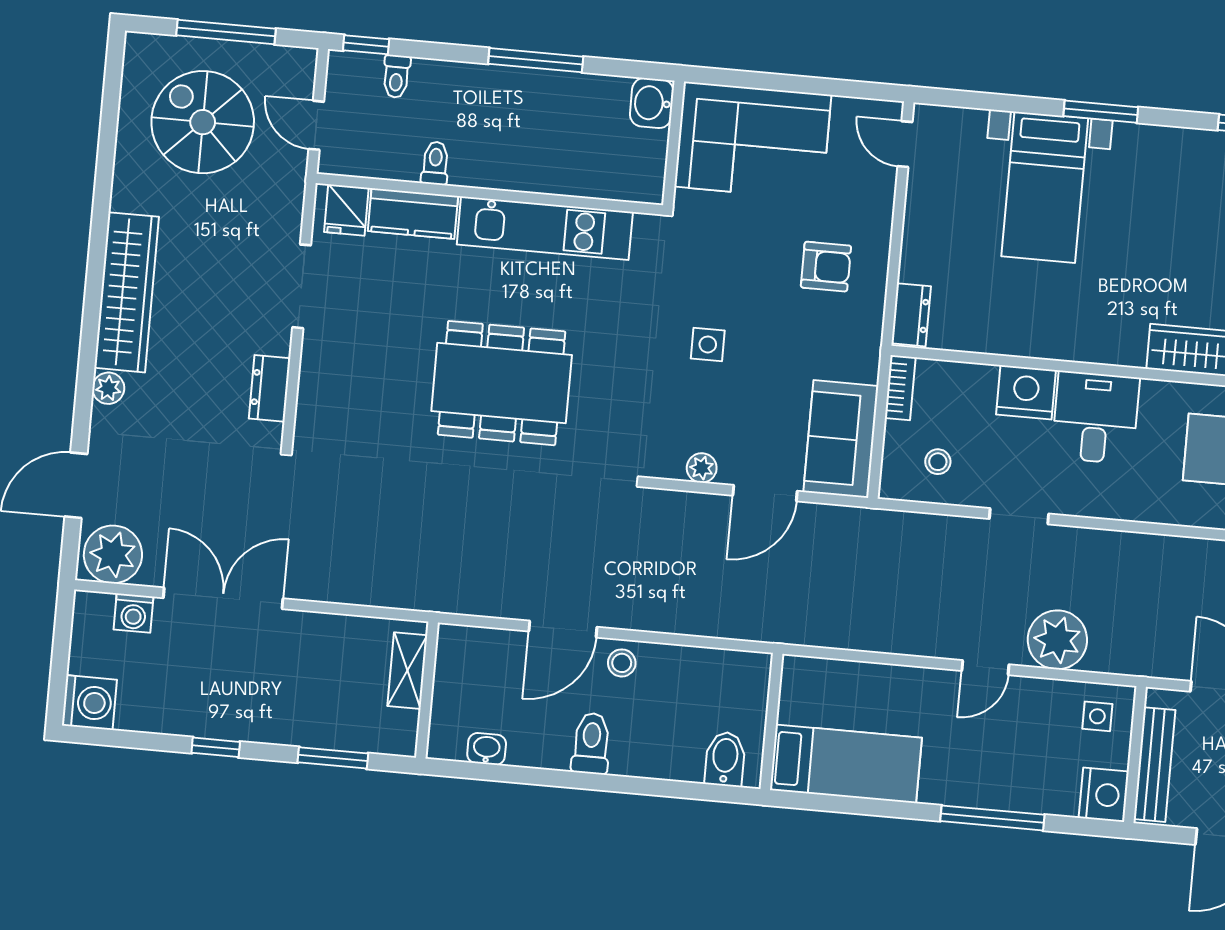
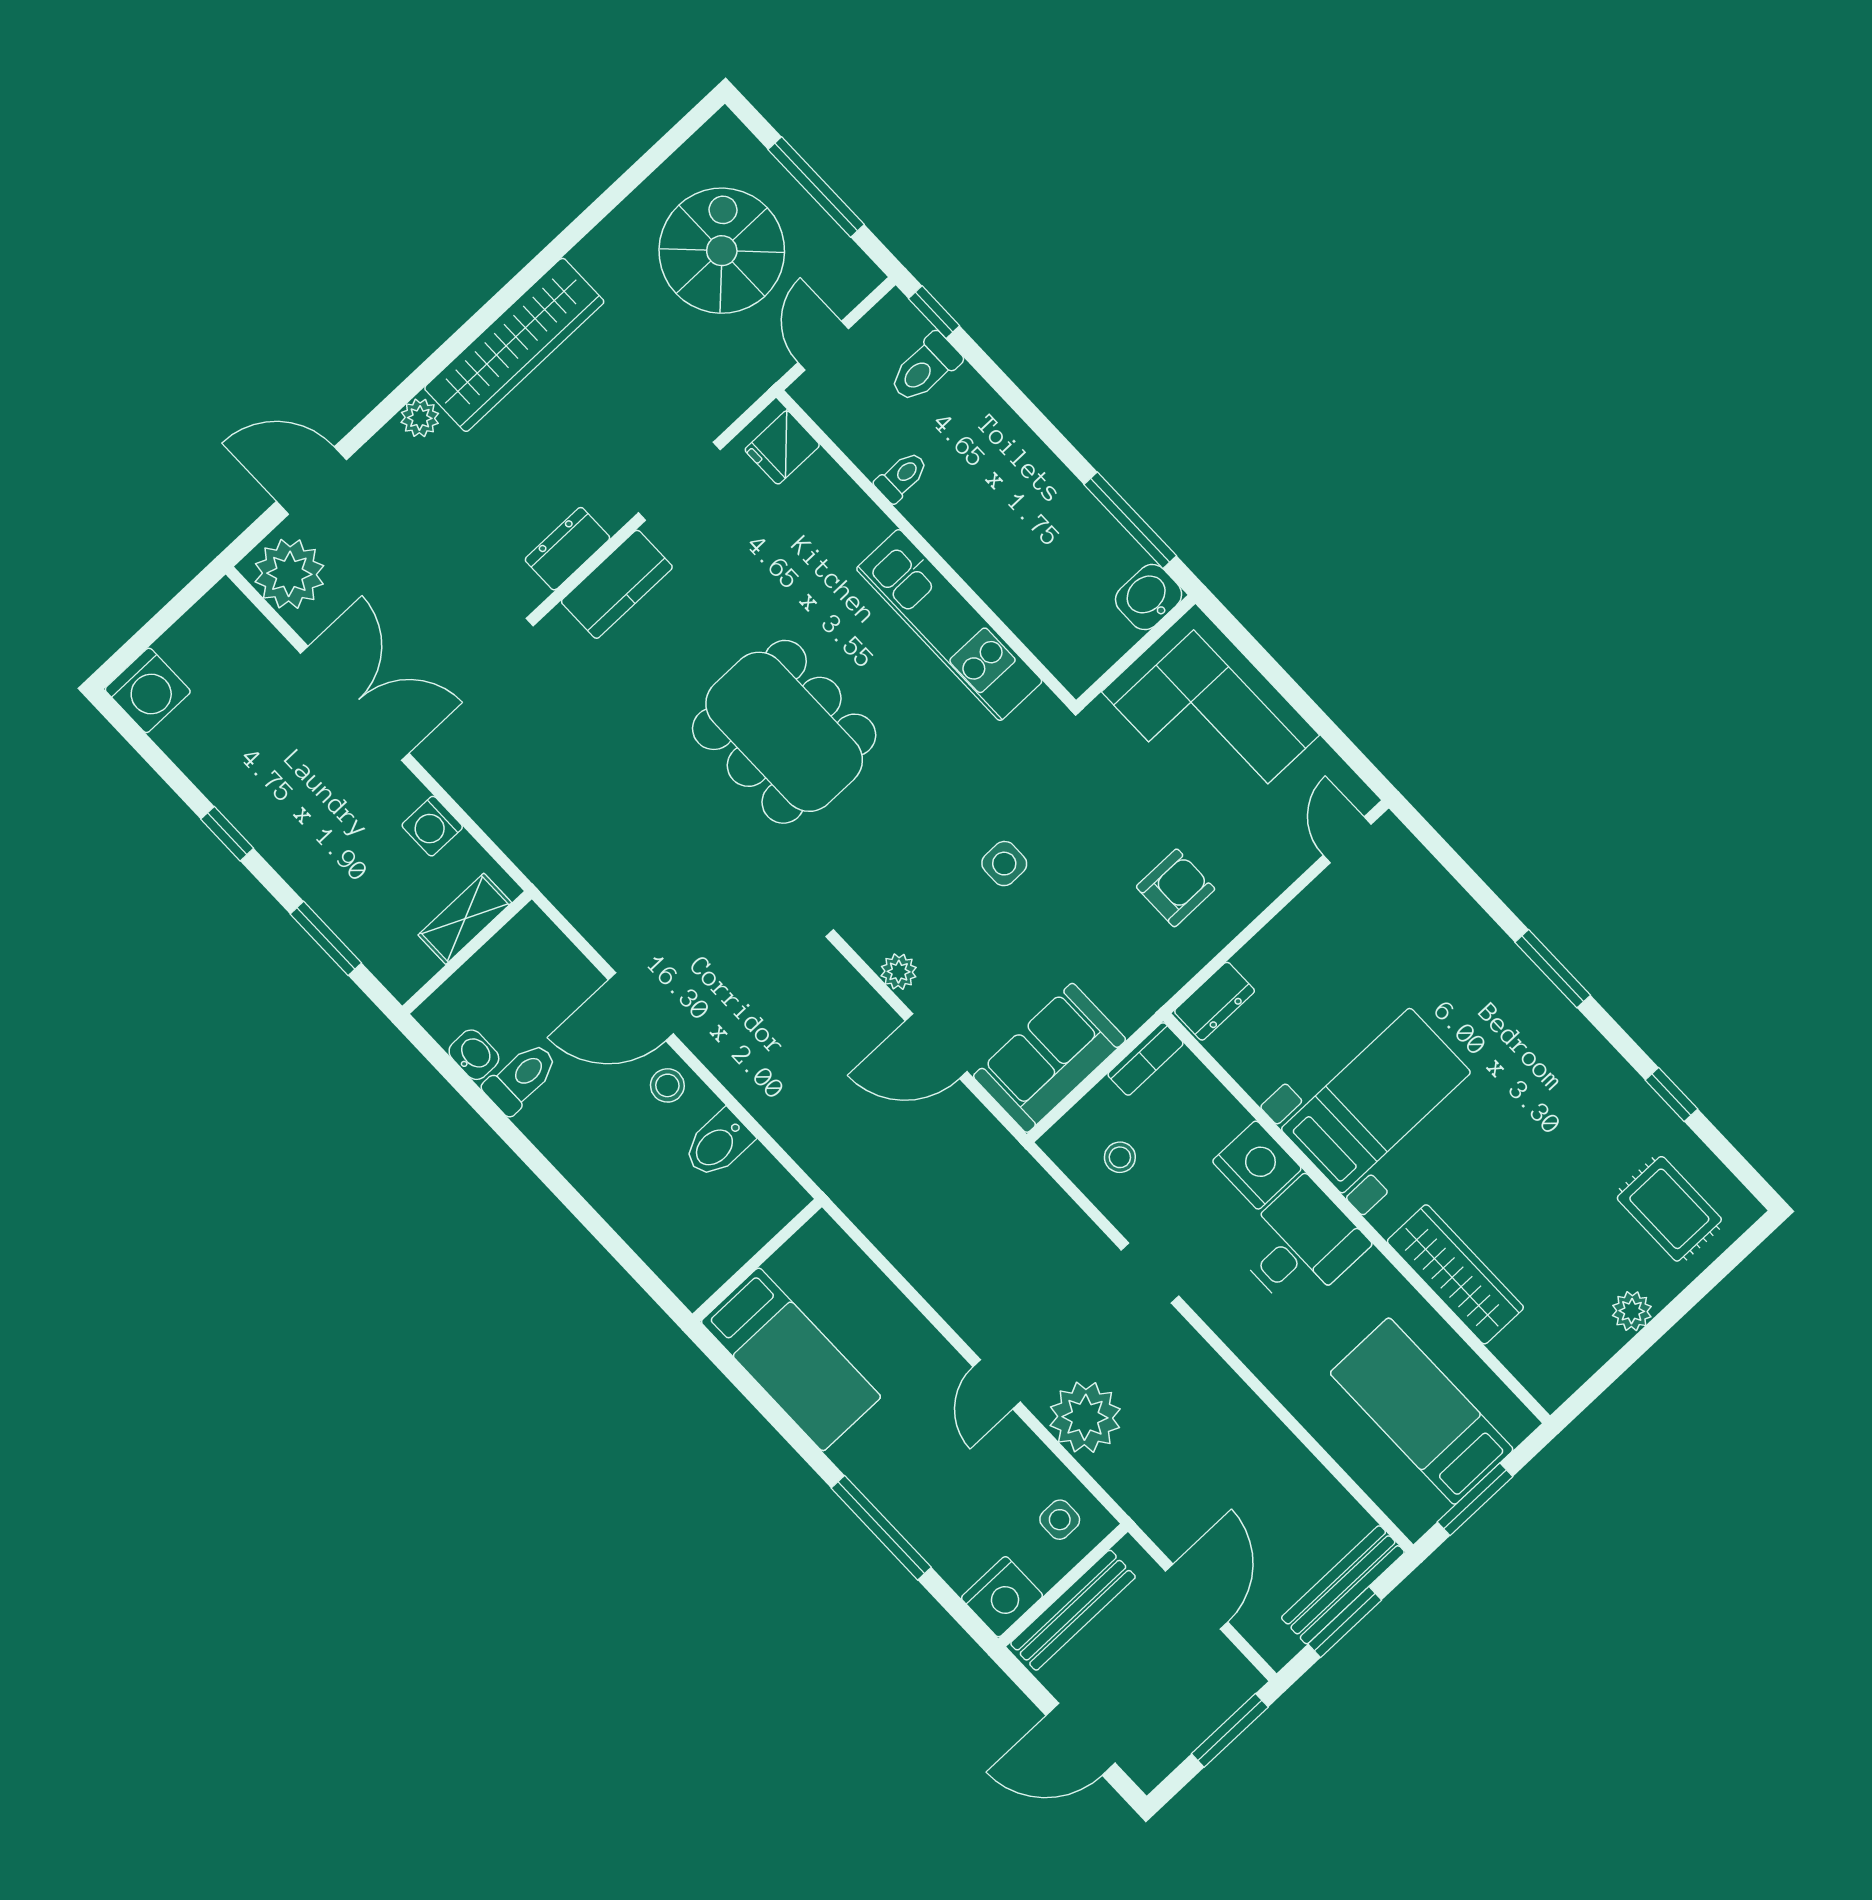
window: (536, 60) -> (1130, 520), moved
toilet: (396, 76) -> (925, 368), width x1.37, depth x1.39
bed with nightstands: (1045, 187) -> (1376, 1101), moved, turned 180
kitchen counter: (413, 214) -> (617, 584), moved, turned -90
armchair: (826, 267) -> (1176, 888), turned -90
washing machine: (134, 613) -> (432, 826), moved
door: (985, 668) -> (997, 1384), hinge flipped
toilet: (591, 743) -> (521, 1078), moved
bidet: (725, 759) -> (718, 1144), moved, turned 180

